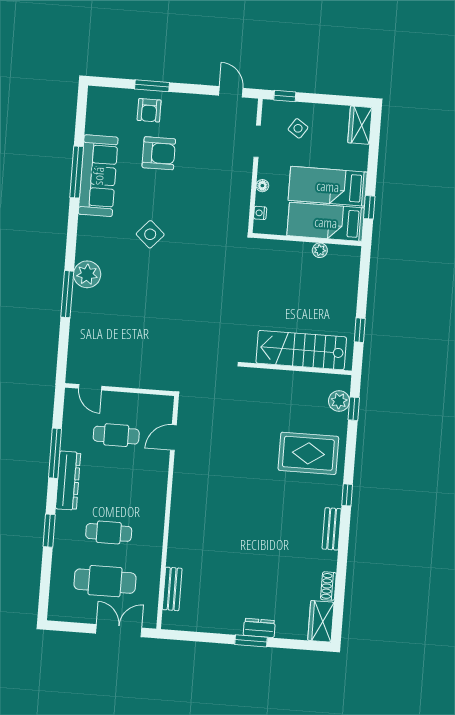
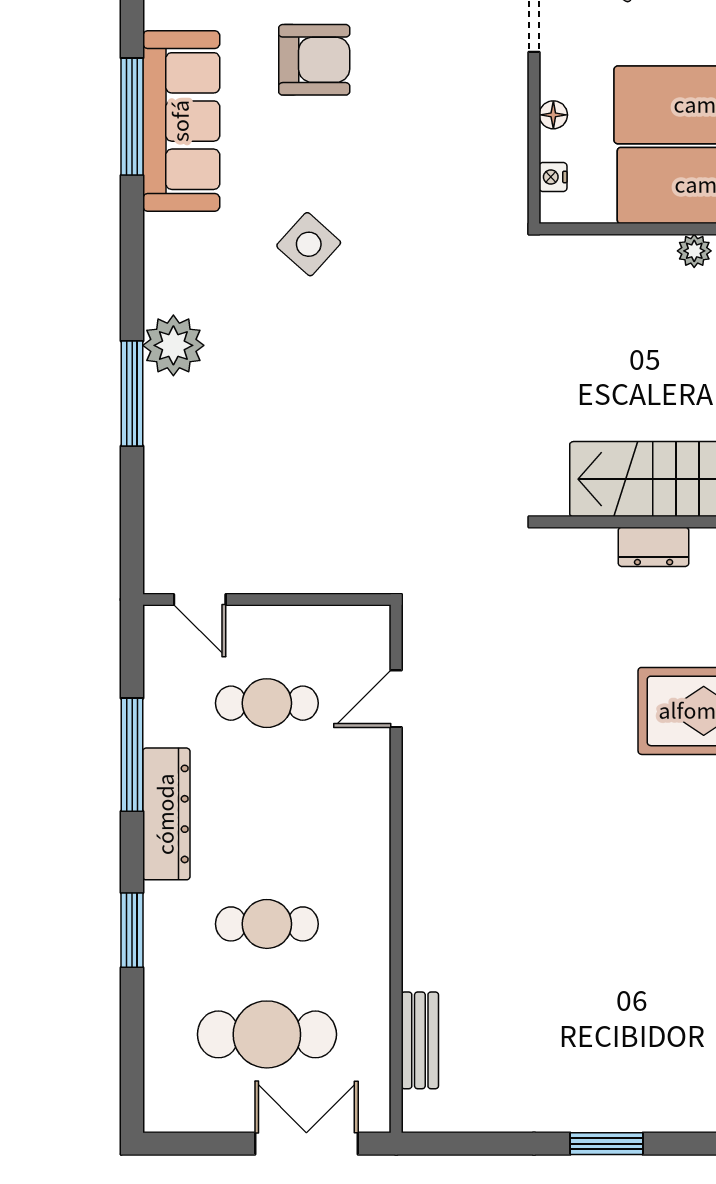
dresser: (259, 628) -> (654, 547), moved, turned 180

